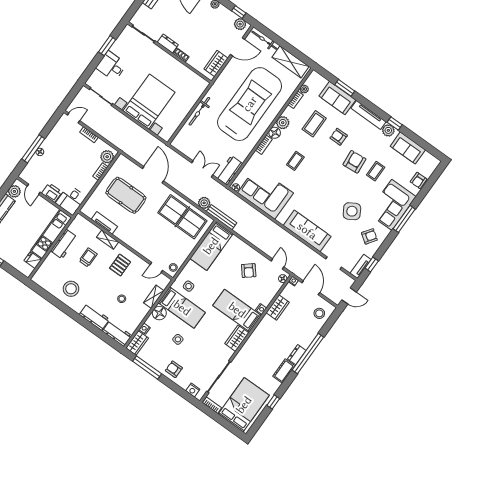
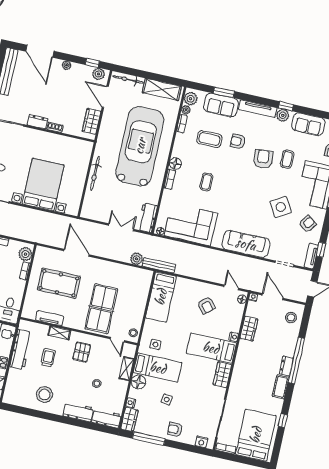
door: (237, 47) -> (105, 97), swing flipped
plant: (283, 123) -> (191, 99), moved
coffee table: (314, 124) -> (209, 139), turned 90
table tennis table: (182, 217) -> (101, 309), moved, turned 90
workbench: (64, 244) -> (21, 350), width x1.38
door: (156, 267) -> (117, 340), hinge flipped

